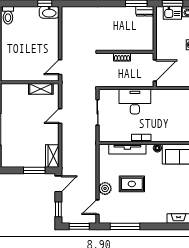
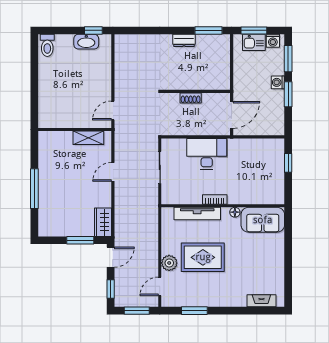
dresser: (145, 11) -> (184, 40), moved
washbasin: (49, 12) -> (86, 42), moved
rug: (132, 184) -> (203, 257), width x1.36, depth x1.43
window: (125, 226) -> (194, 311), width x0.69

